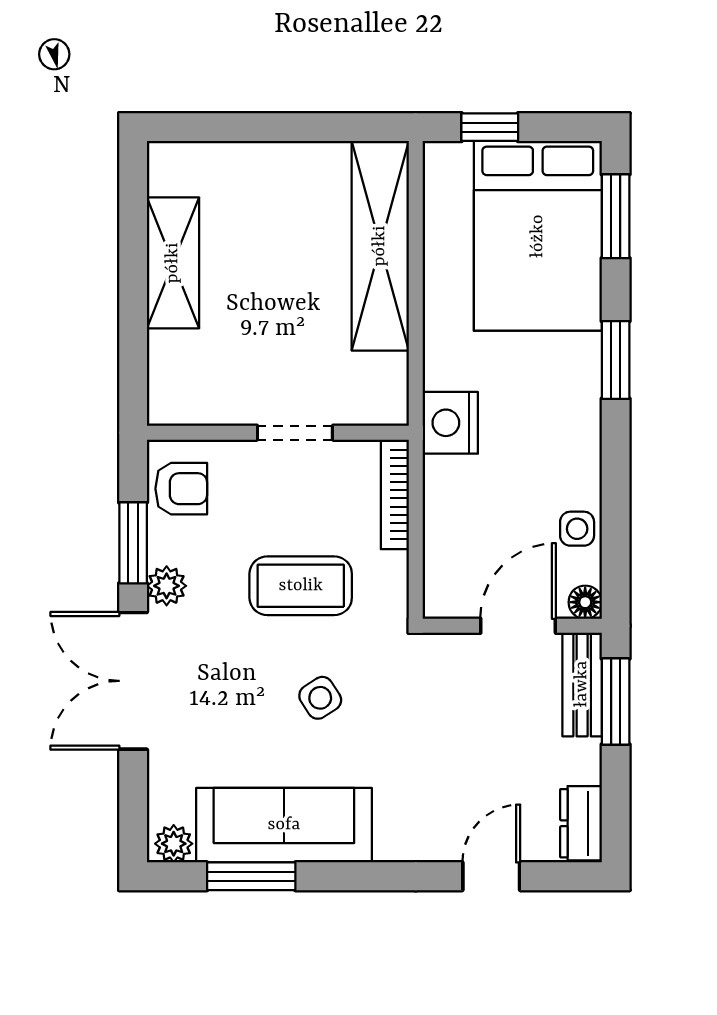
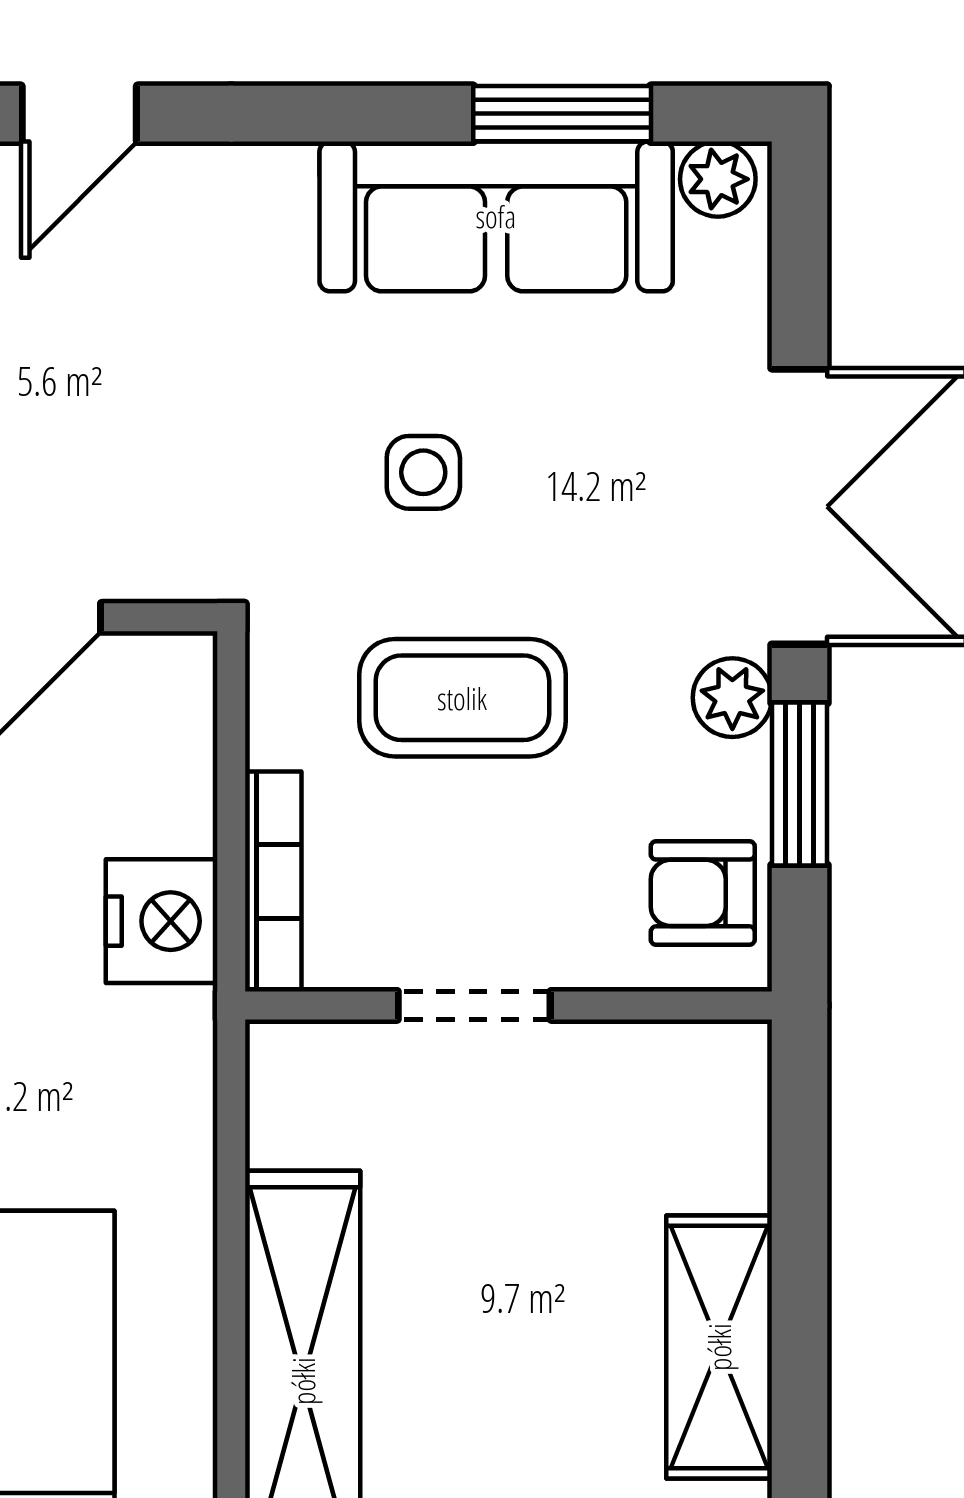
nightstand: (450, 423) -> (162, 921), moved
side table: (320, 698) -> (423, 472), turned 33

